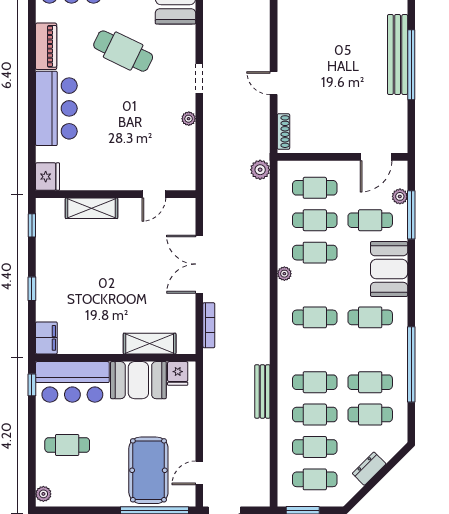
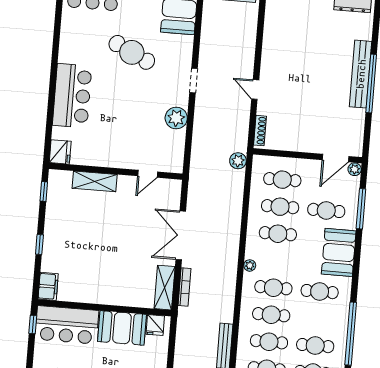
piano: (46, 46) -> (68, 43), removed
plant: (189, 119) -> (176, 118), width x1.88, depth x1.88
plant: (400, 196) -> (355, 169), moved
plant: (284, 274) -> (250, 265), moved
shelving: (150, 344) -> (165, 288), moved, turned 90
cafe table: (315, 350) -> (271, 315), added

